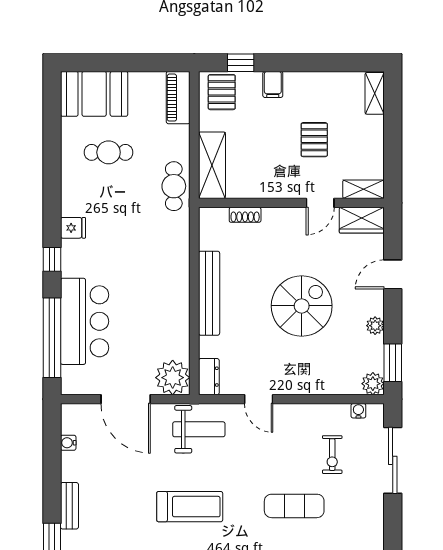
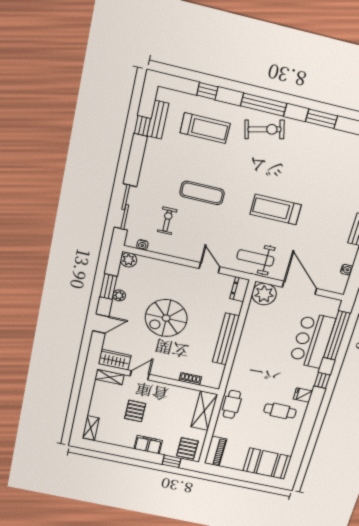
filing cabinet: (273, 84) -> (148, 445), width x2.00
cafe table: (109, 152) -> (280, 411), moved
window: (393, 363) -> (108, 287), moved

